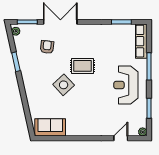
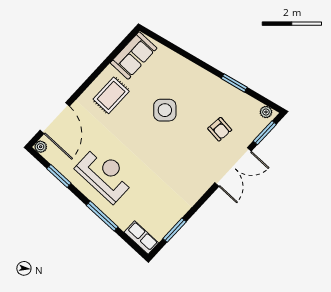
row of seats: (141, 41) -> (141, 238), width x0.68
rug: (82, 66) -> (111, 95), moved
door: (121, 138) -> (55, 118), width x1.88

